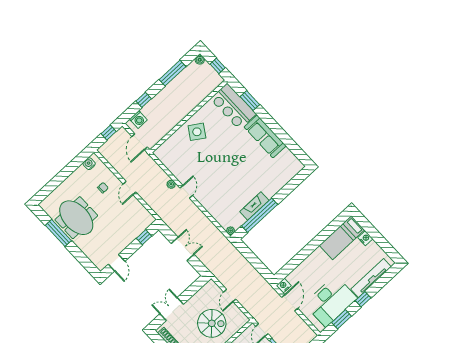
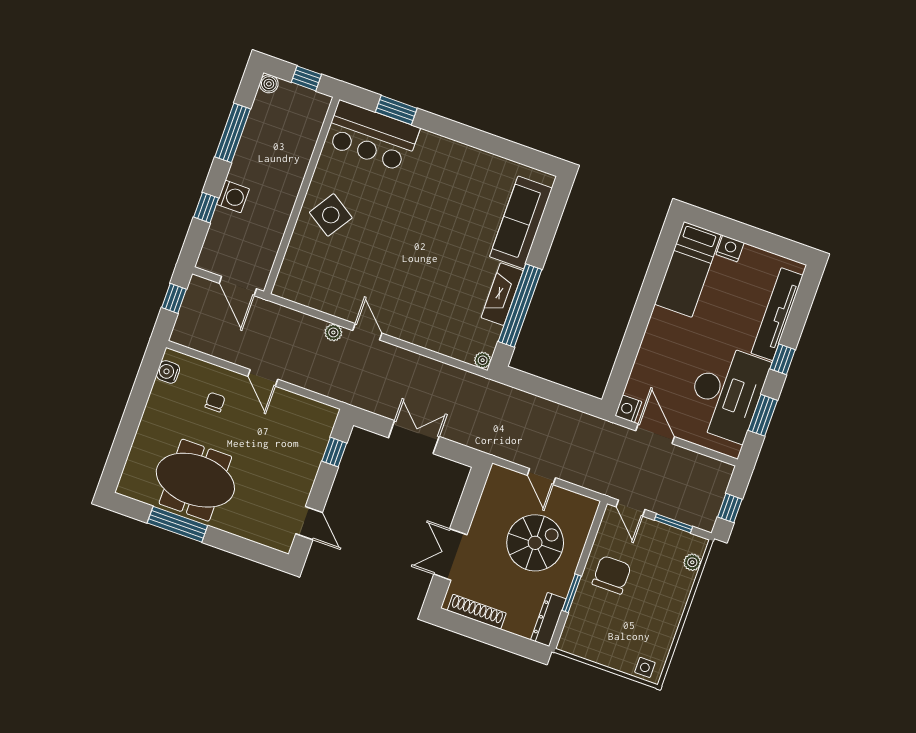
washing machine: (138, 120) -> (233, 197), moved
sofa: (265, 136) -> (521, 222), moved, turned 90

